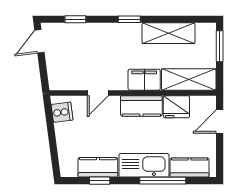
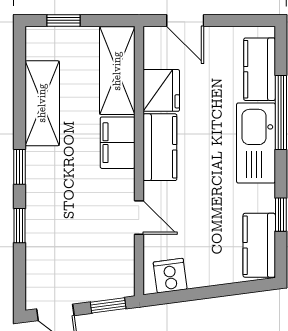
window: (75, 19) -> (20, 226), moved
window: (220, 46) -> (63, 20), width x0.67
window: (44, 74) -> (108, 305), added
kitchen counter: (98, 167) -> (259, 245), moved

